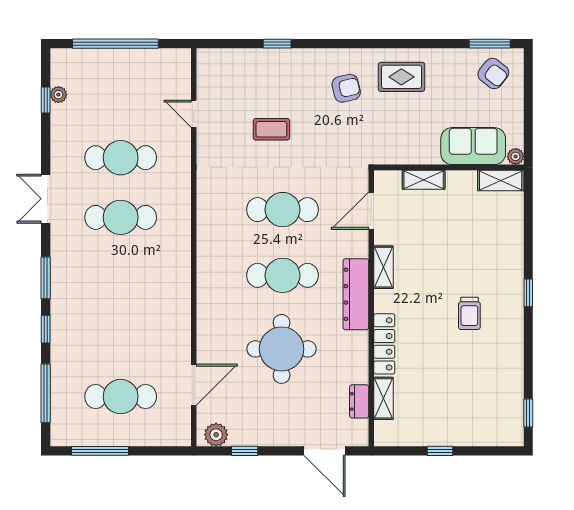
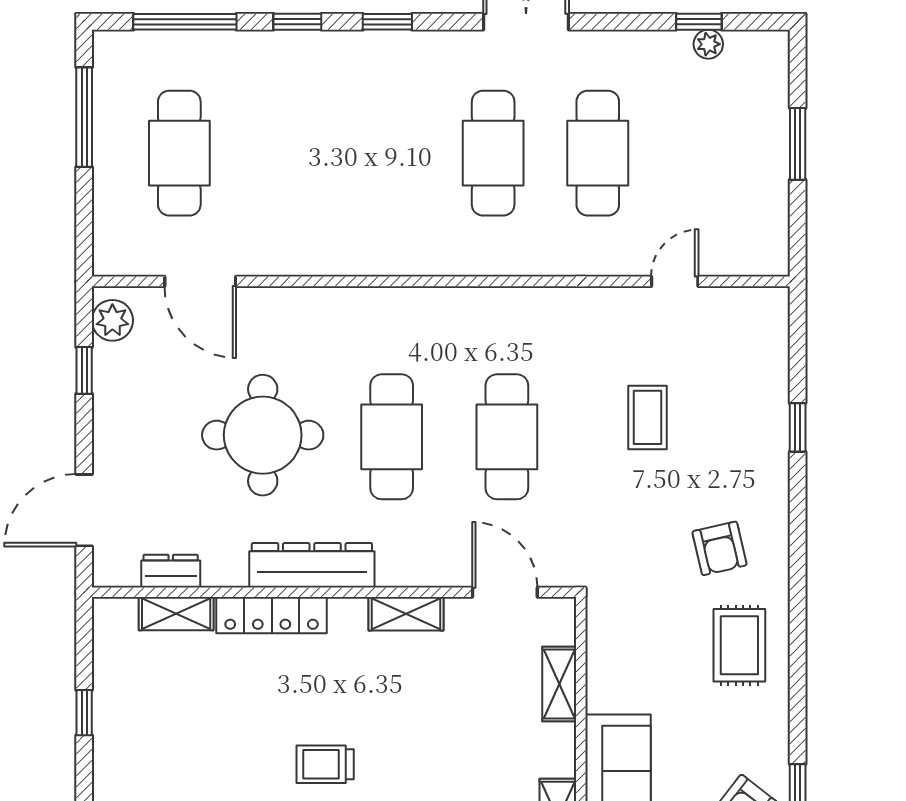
window: (115, 44) -> (798, 144), width x0.47
window: (46, 278) -> (387, 22), width x0.67
dresser: (356, 294) -> (312, 565), moved

